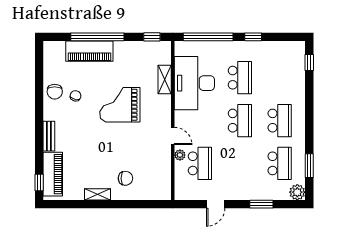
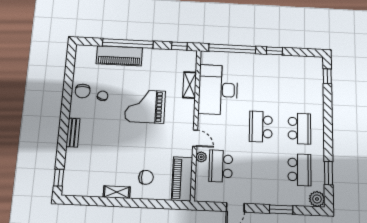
school desk: (240, 78) -> (261, 87), removed
school desk: (240, 121) -> (261, 127), turned 180
school desk: (200, 163) -> (221, 166), turned 180
piano: (53, 174) -> (182, 179), moved, turned 180

